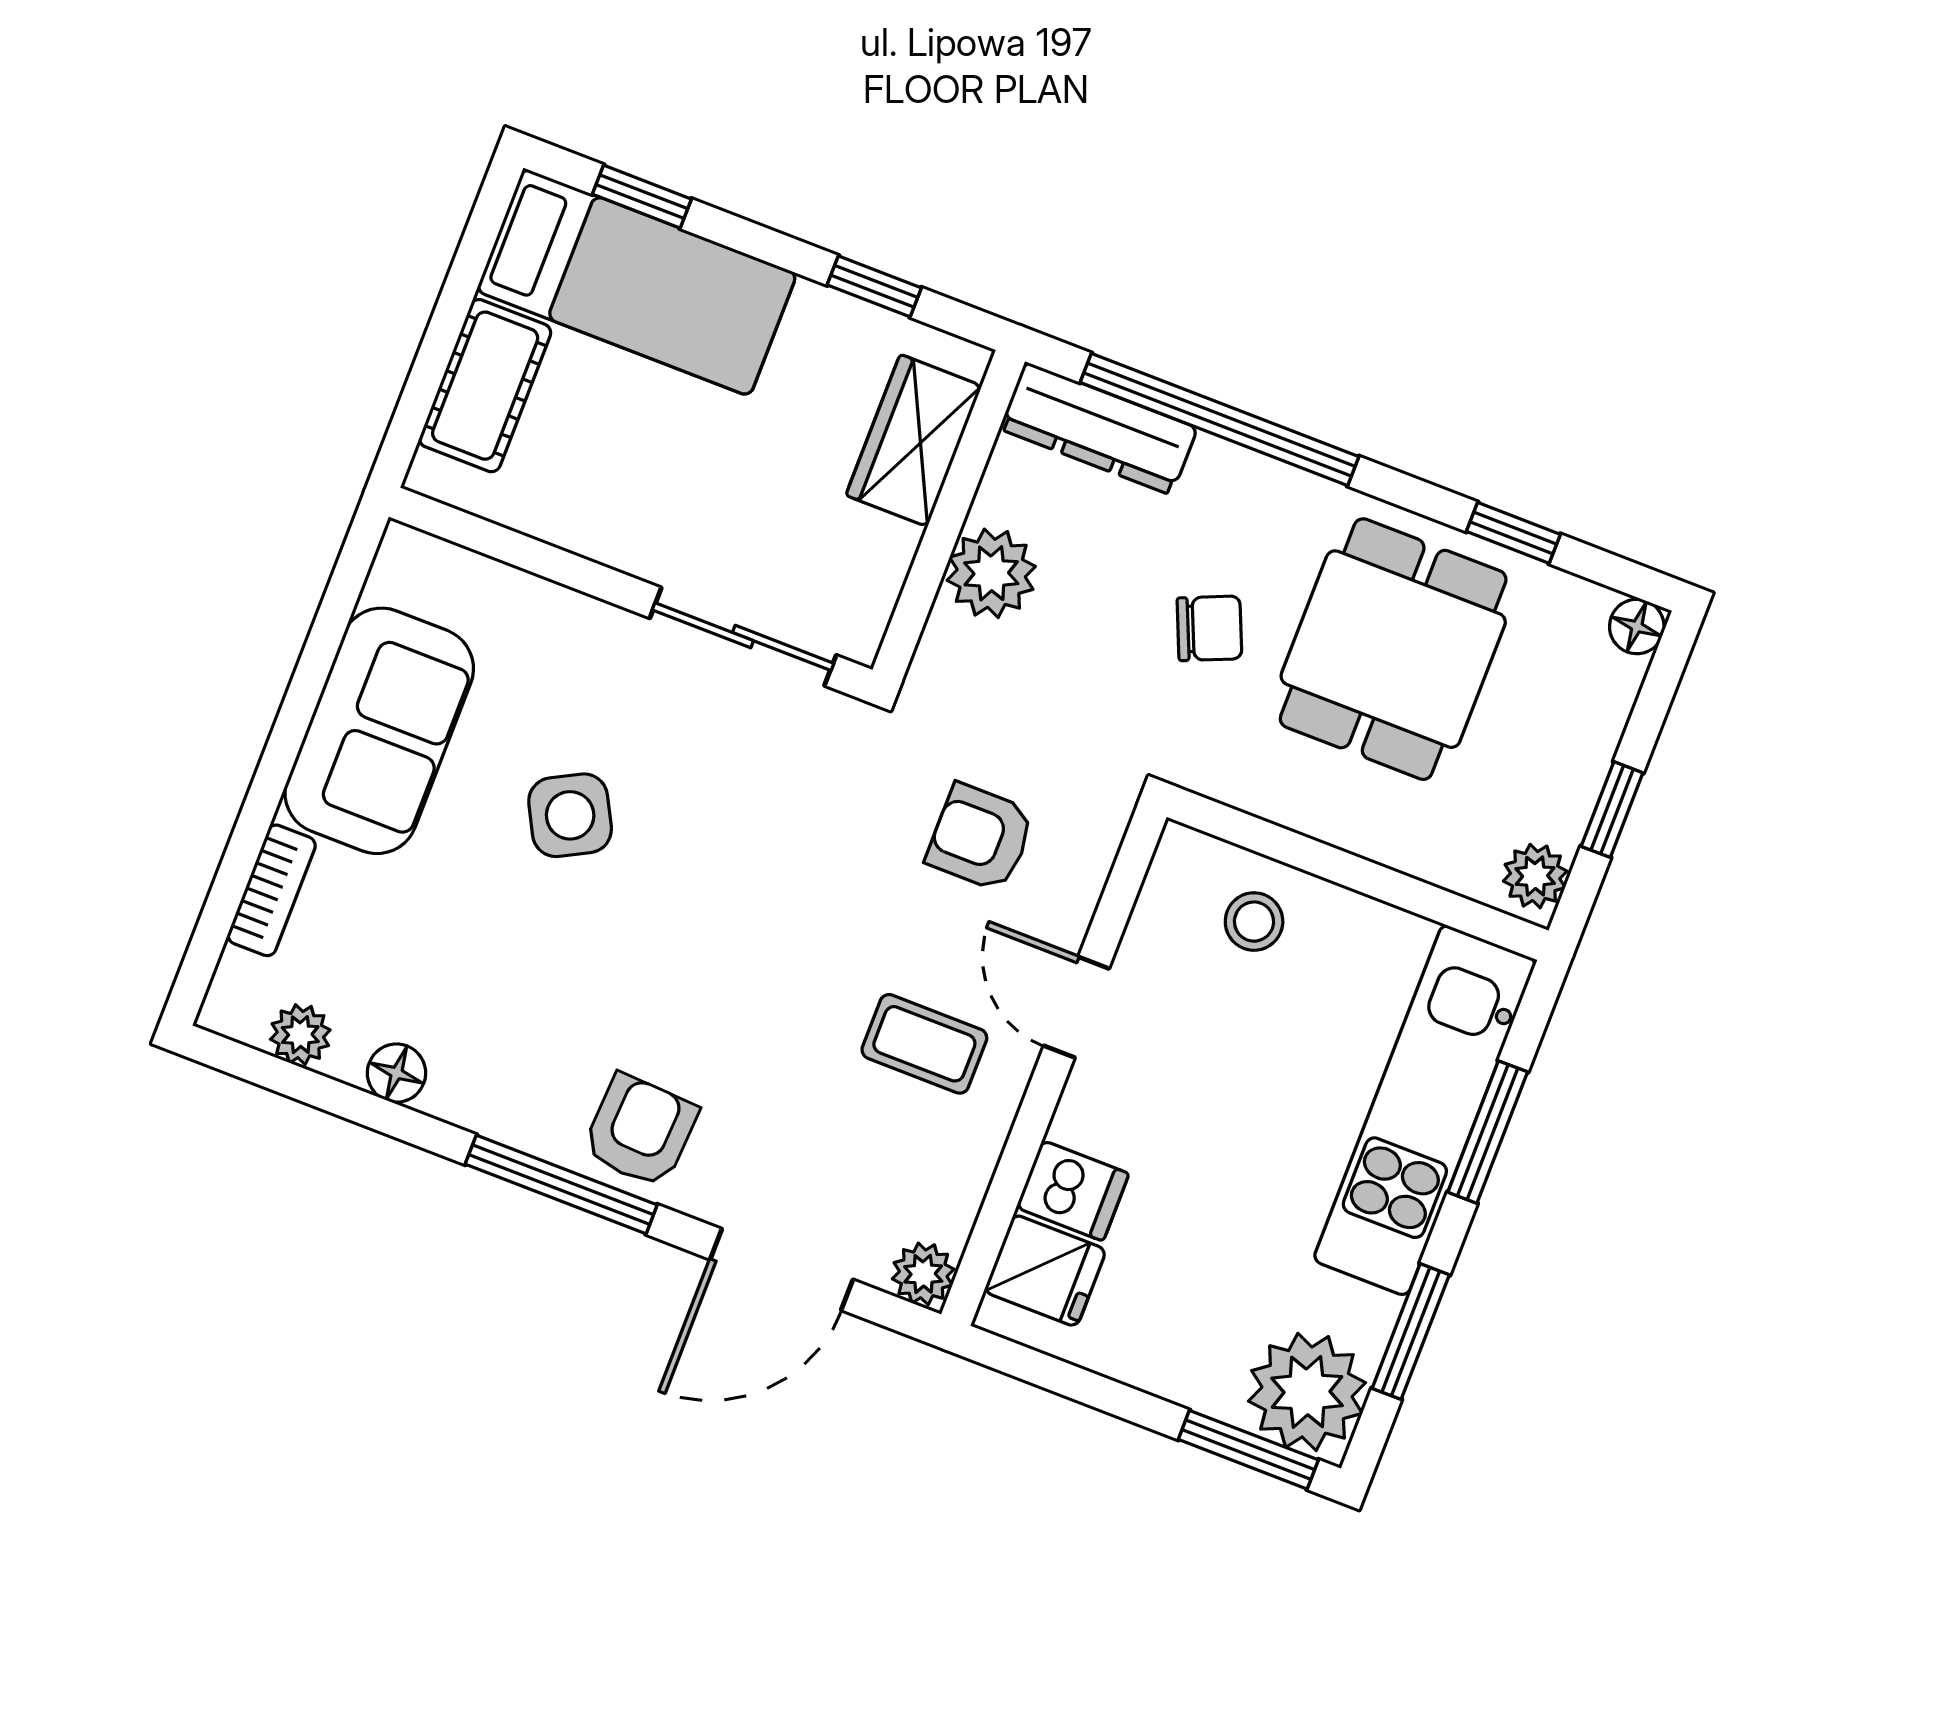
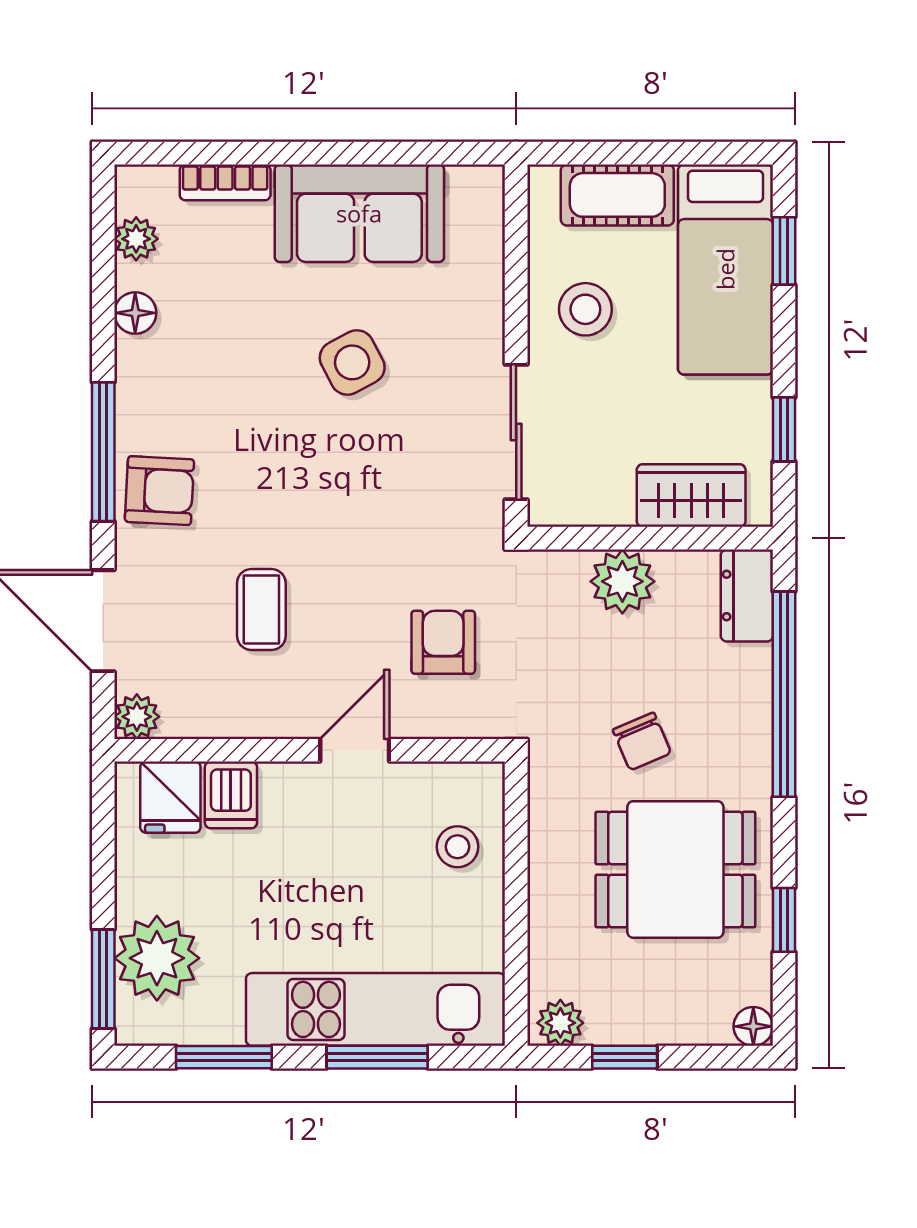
dresser: (1098, 428) -> (747, 595), width x0.70
stool: (618, 485) -> (585, 309), added
coffee table: (924, 1044) -> (261, 609), moved
plant: (1307, 1392) -> (157, 958), moved

